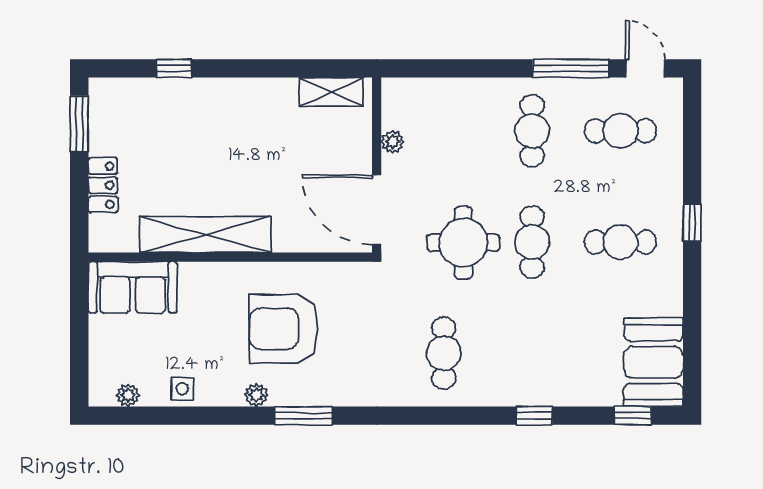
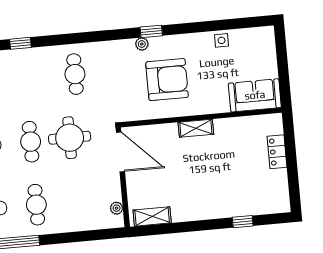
window: (79, 124) -> (294, 185), removed
plant: (392, 142) -> (117, 208), moved
shelving: (205, 235) -> (196, 128), width x0.45, depth x0.75
plant: (128, 395) -> (252, 34), removed
plant: (256, 395) -> (142, 44), moved
window: (304, 416) -> (151, 31), width x0.67

